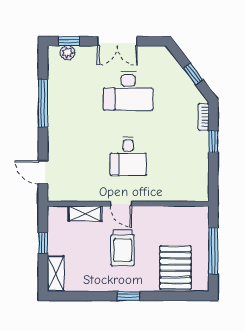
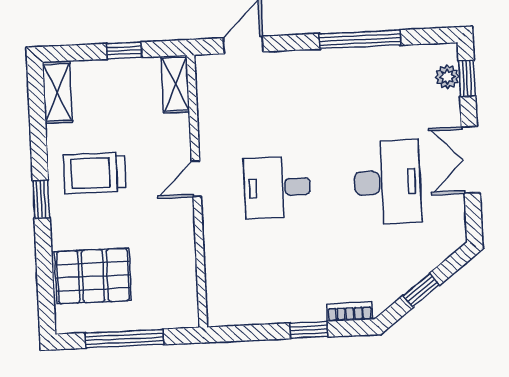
desk: (128, 91) -> (387, 182), turned 180
shelving: (85, 214) -> (175, 84), moved
trolley: (123, 248) -> (95, 173), moved
shelving: (56, 274) -> (57, 92), moved, turned 90

